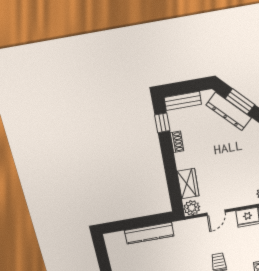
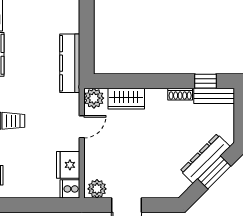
bench: (183, 101) -> (214, 96), moved, turned 90
door: (216, 213) -> (82, 127), swing flipped
kitchen counter: (149, 233) -> (70, 63), moved

